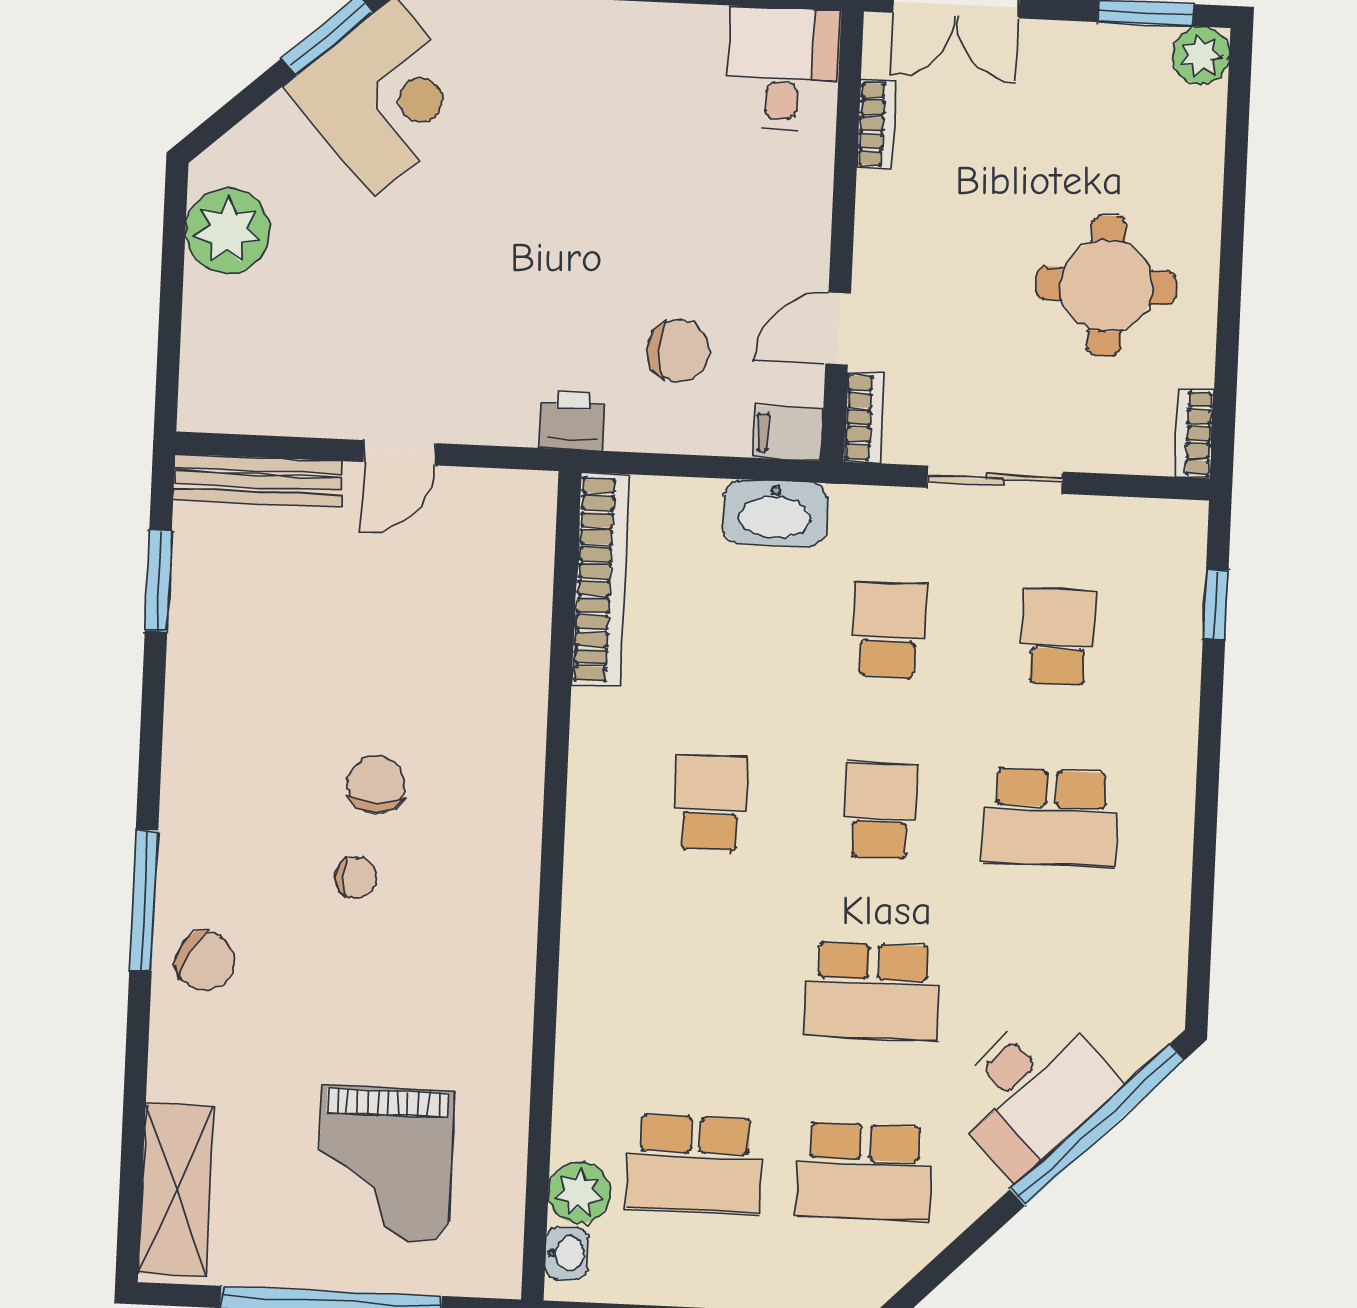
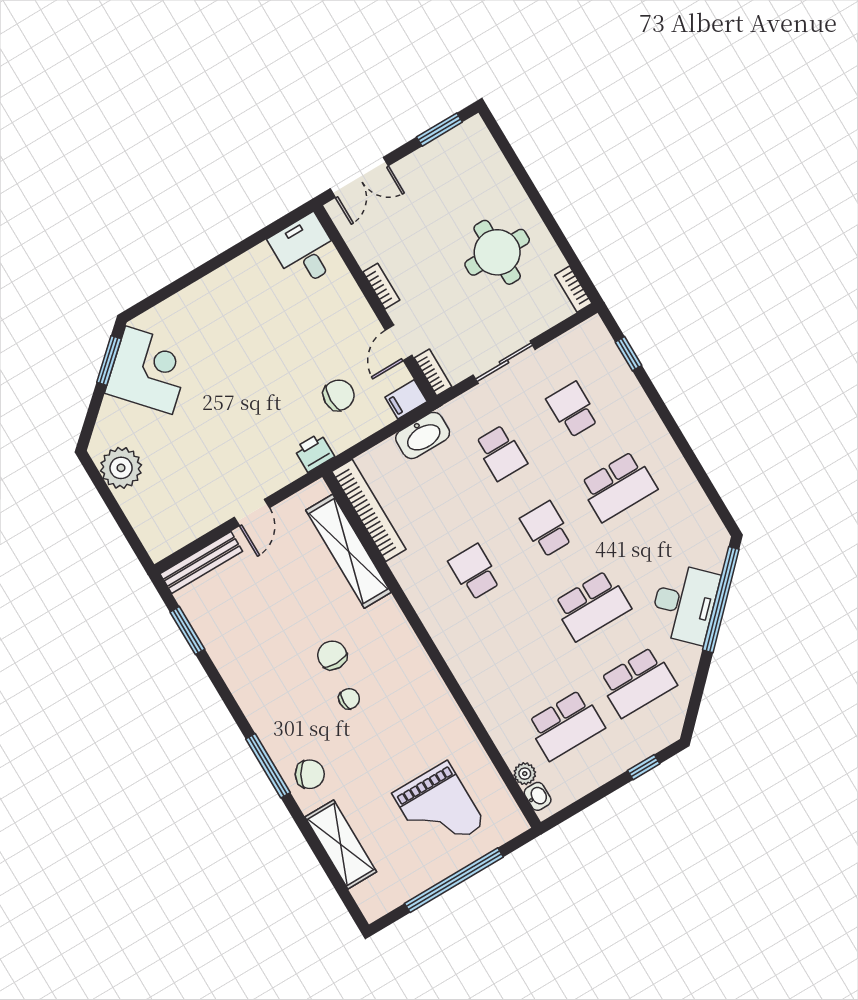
plant: (1201, 55) -> (474, 132), removed
bookcase: (876, 124) -> (381, 286), moved
shelving: (520, 626) -> (348, 551), added
school desk: (889, 630) -> (501, 453), turned 180
shelving: (176, 1190) -> (341, 844), moved
plant: (579, 1193) -> (525, 774), width x0.73, depth x0.73

